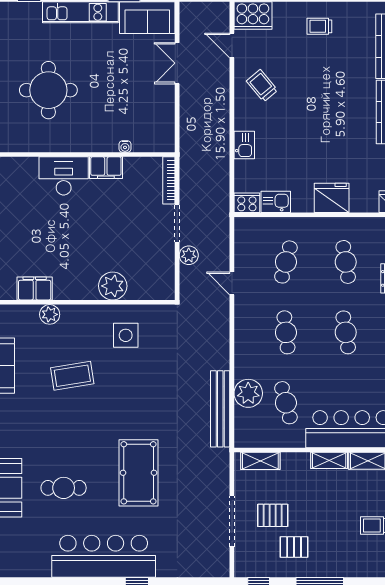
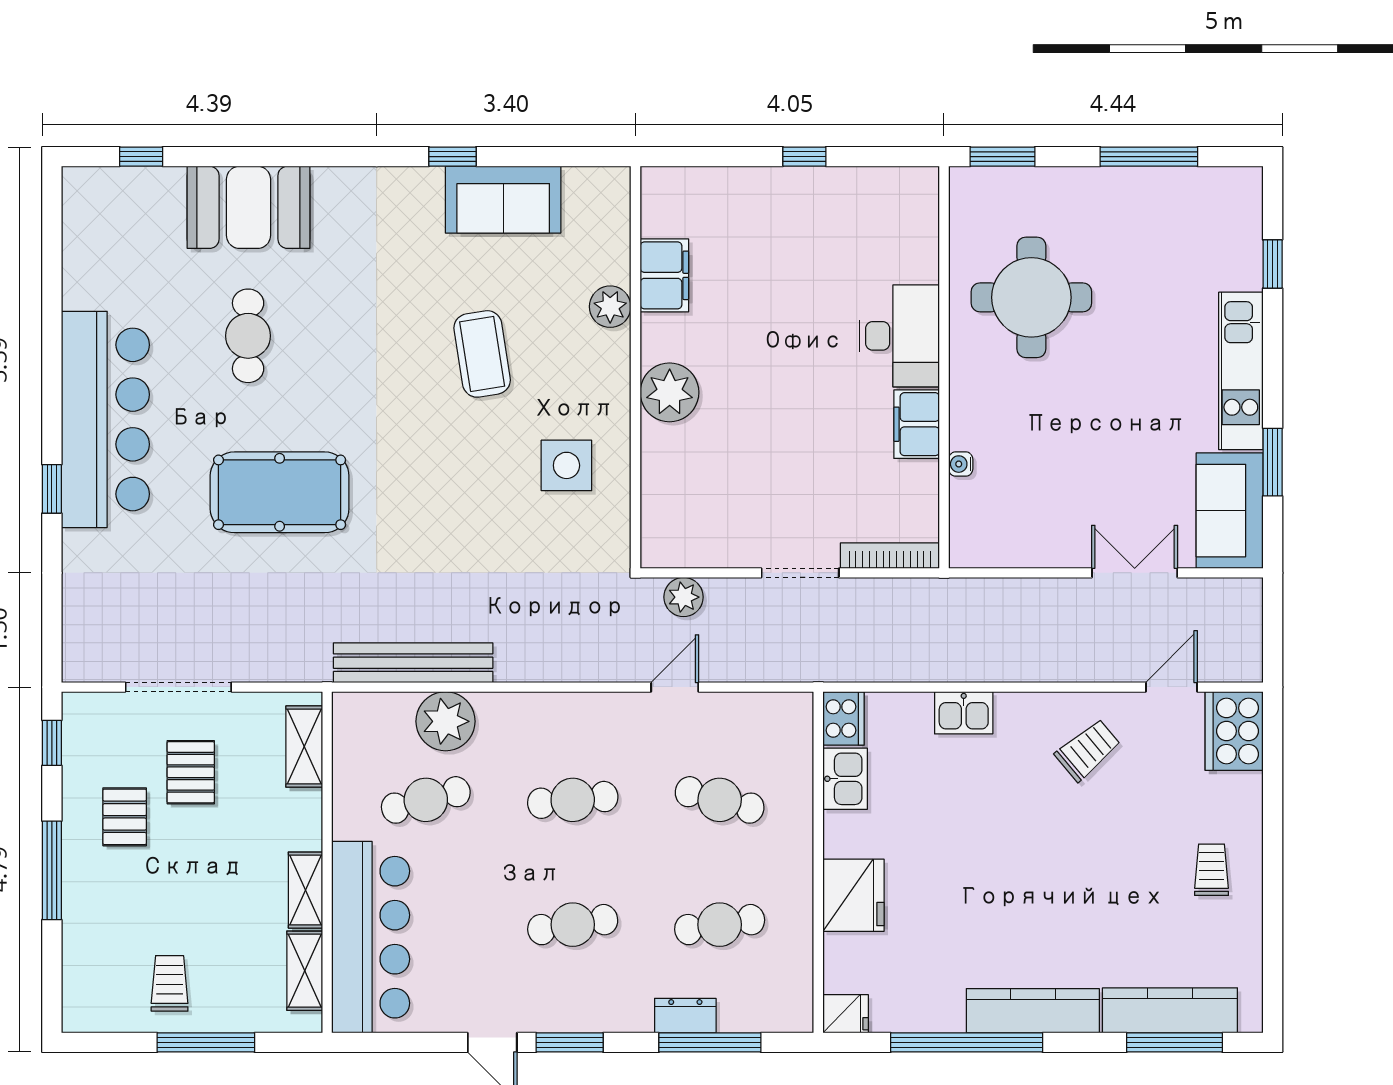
round table: (48, 90) -> (1031, 297), moved
plant: (189, 255) -> (684, 597), moved
plant: (113, 286) -> (670, 392), moved

